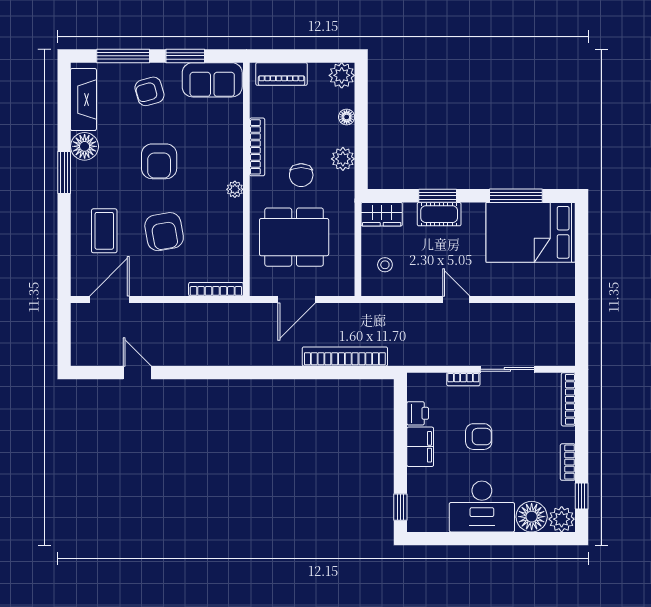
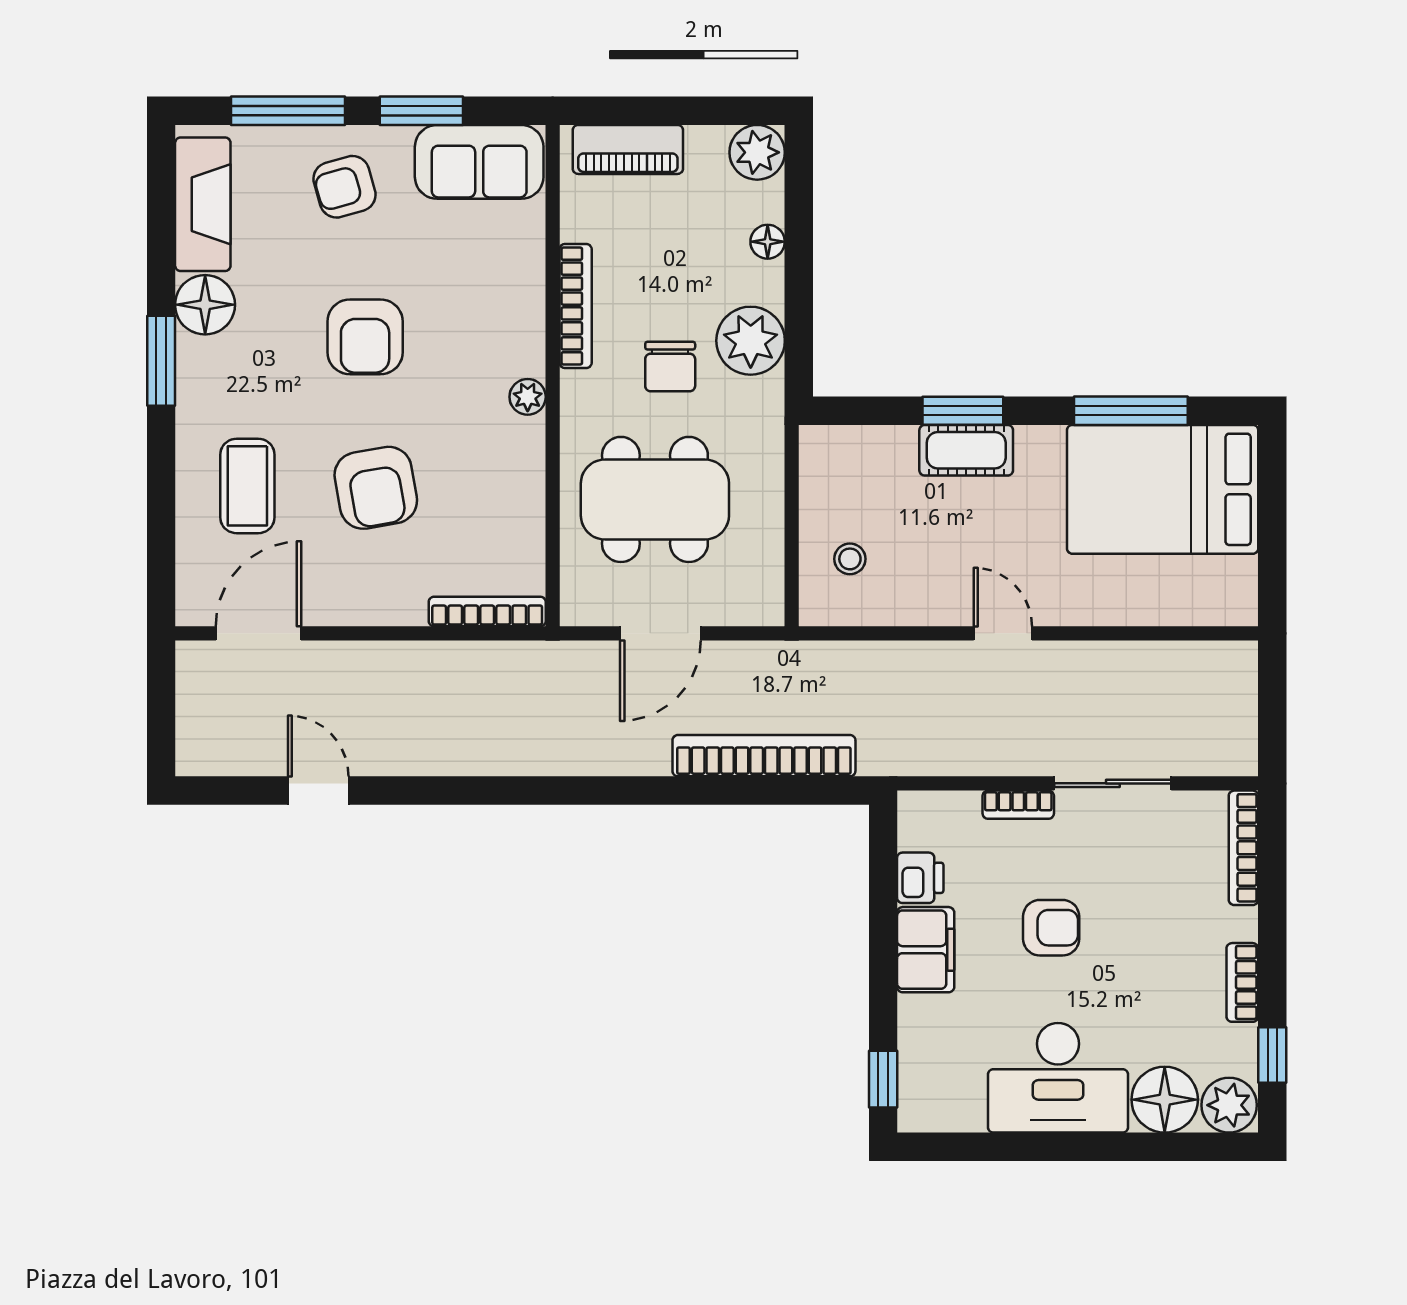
plant: (343, 159) -> (751, 341), width x1.36, depth x1.36
wardrobe: (382, 214) -> (843, 450), removed

